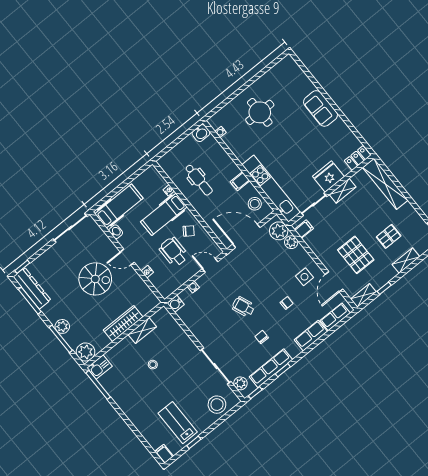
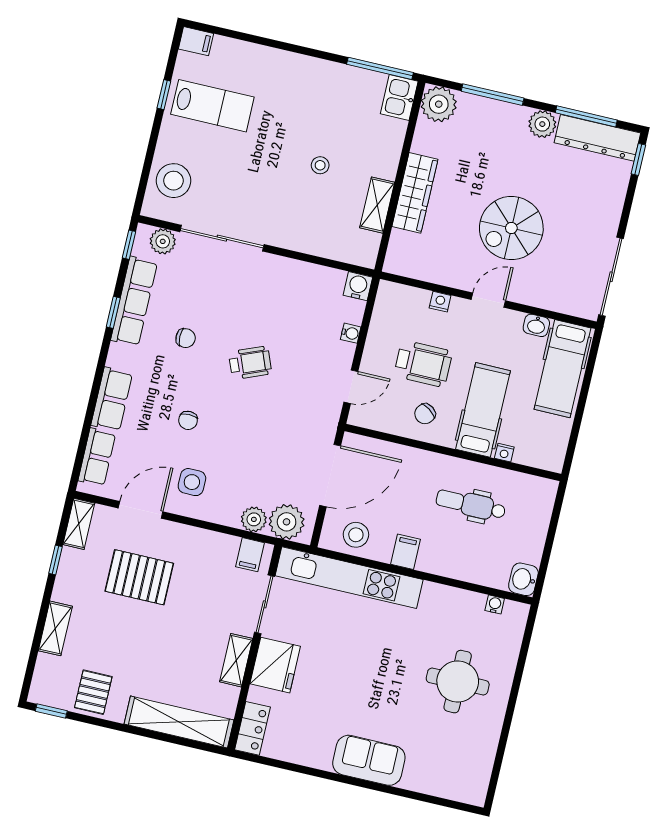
pallet: (389, 236) -> (93, 692), moved
door: (334, 282) -> (141, 510), hinge flipped
plant: (62, 326) -> (542, 124), moved

